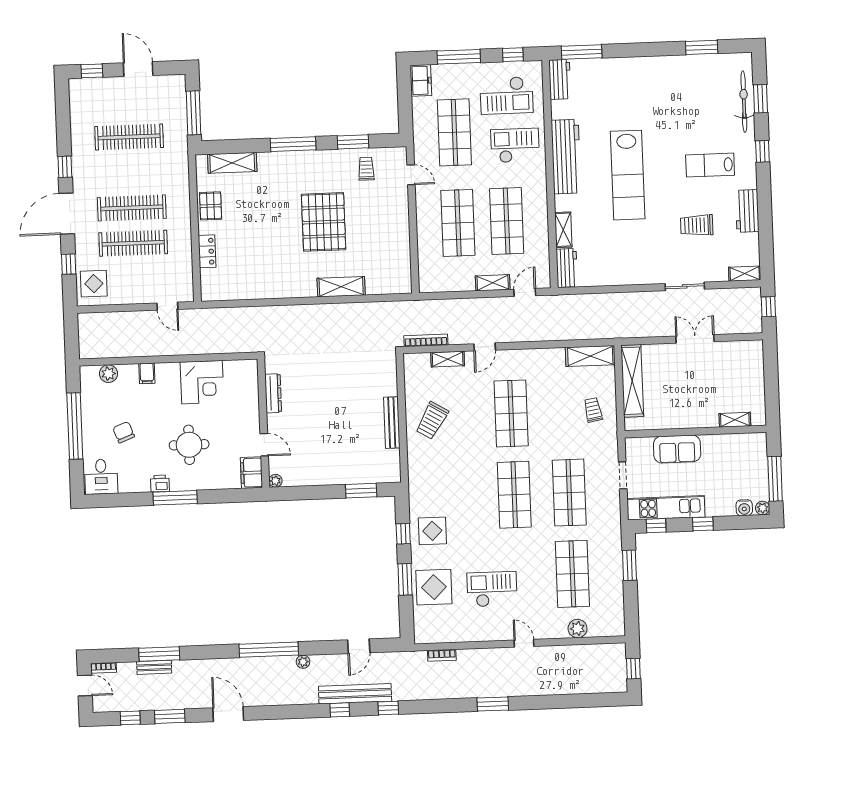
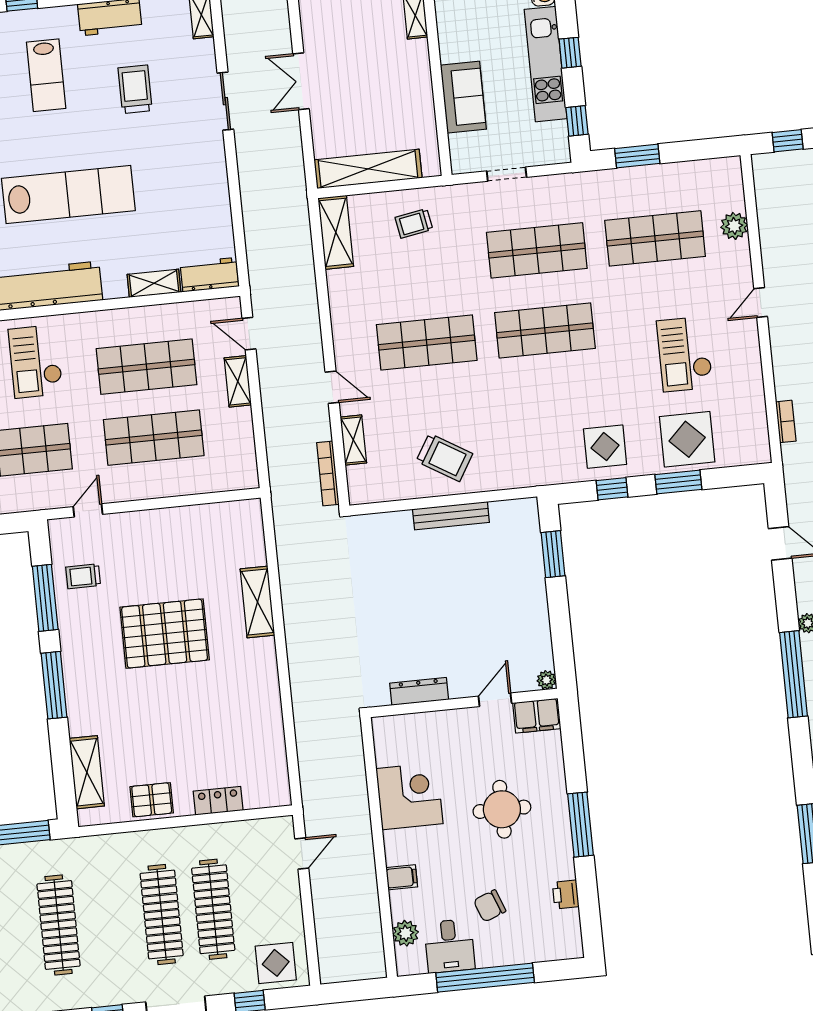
window: (353, 142) -> (45, 598), width x1.44
trolley: (697, 225) -> (135, 89), turned 180
desk: (101, 477) -> (449, 946), moved, turned 90
printer: (160, 483) -> (566, 895), moved
kitchen unit: (666, 508) -> (546, 64), moved

